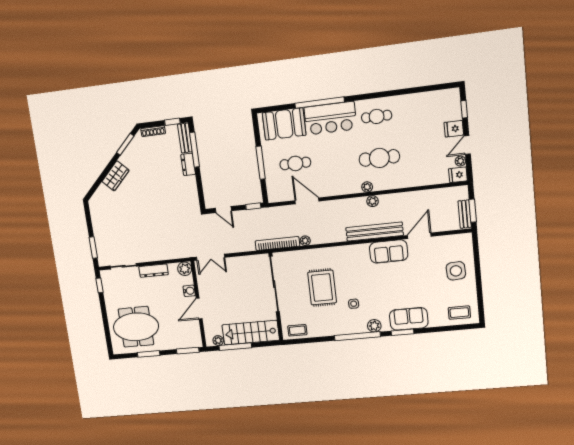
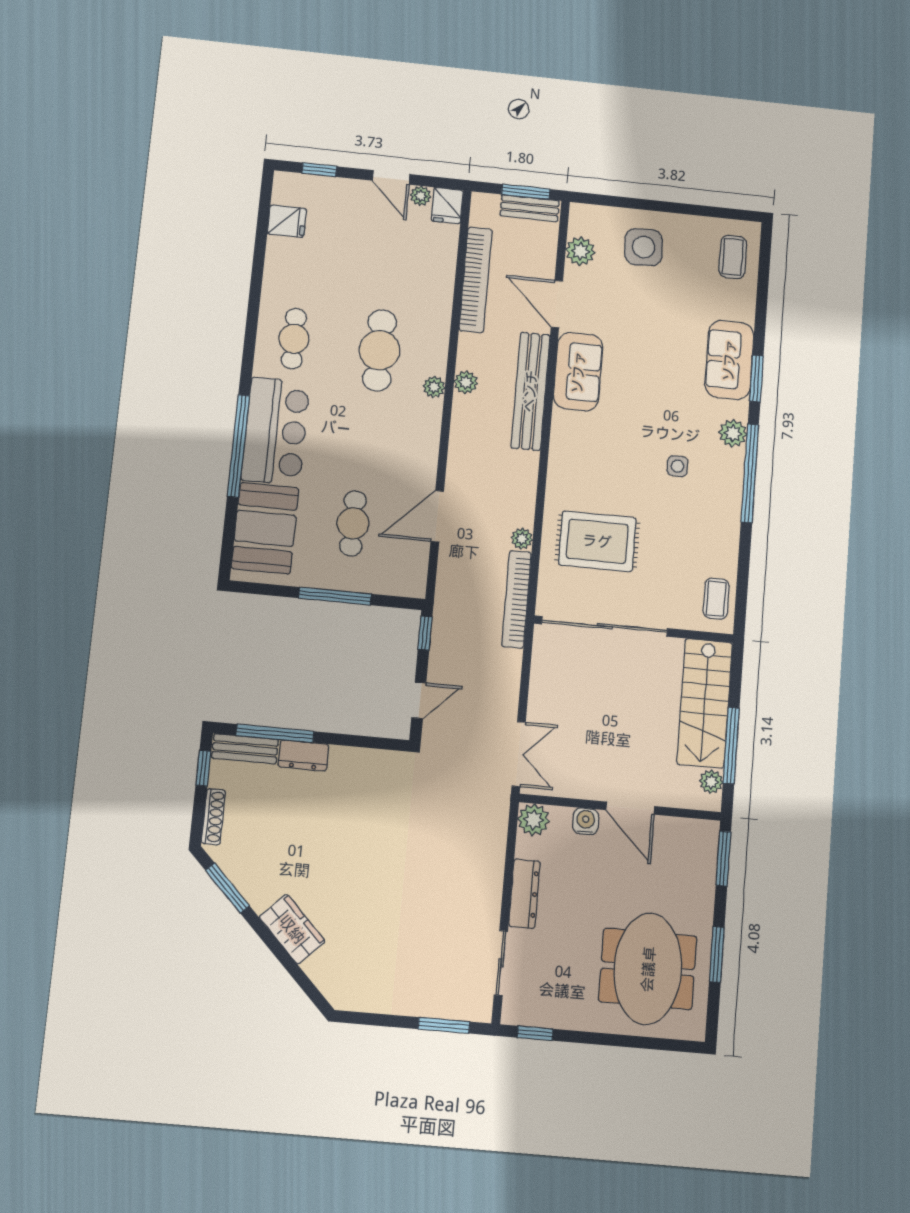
fridge: (454, 129) -> (287, 221), moved, turned -90
bookcase: (423, 196) -> (476, 280), added
plant: (448, 242) -> (580, 251), added
rug: (322, 288) -> (597, 541), moved

